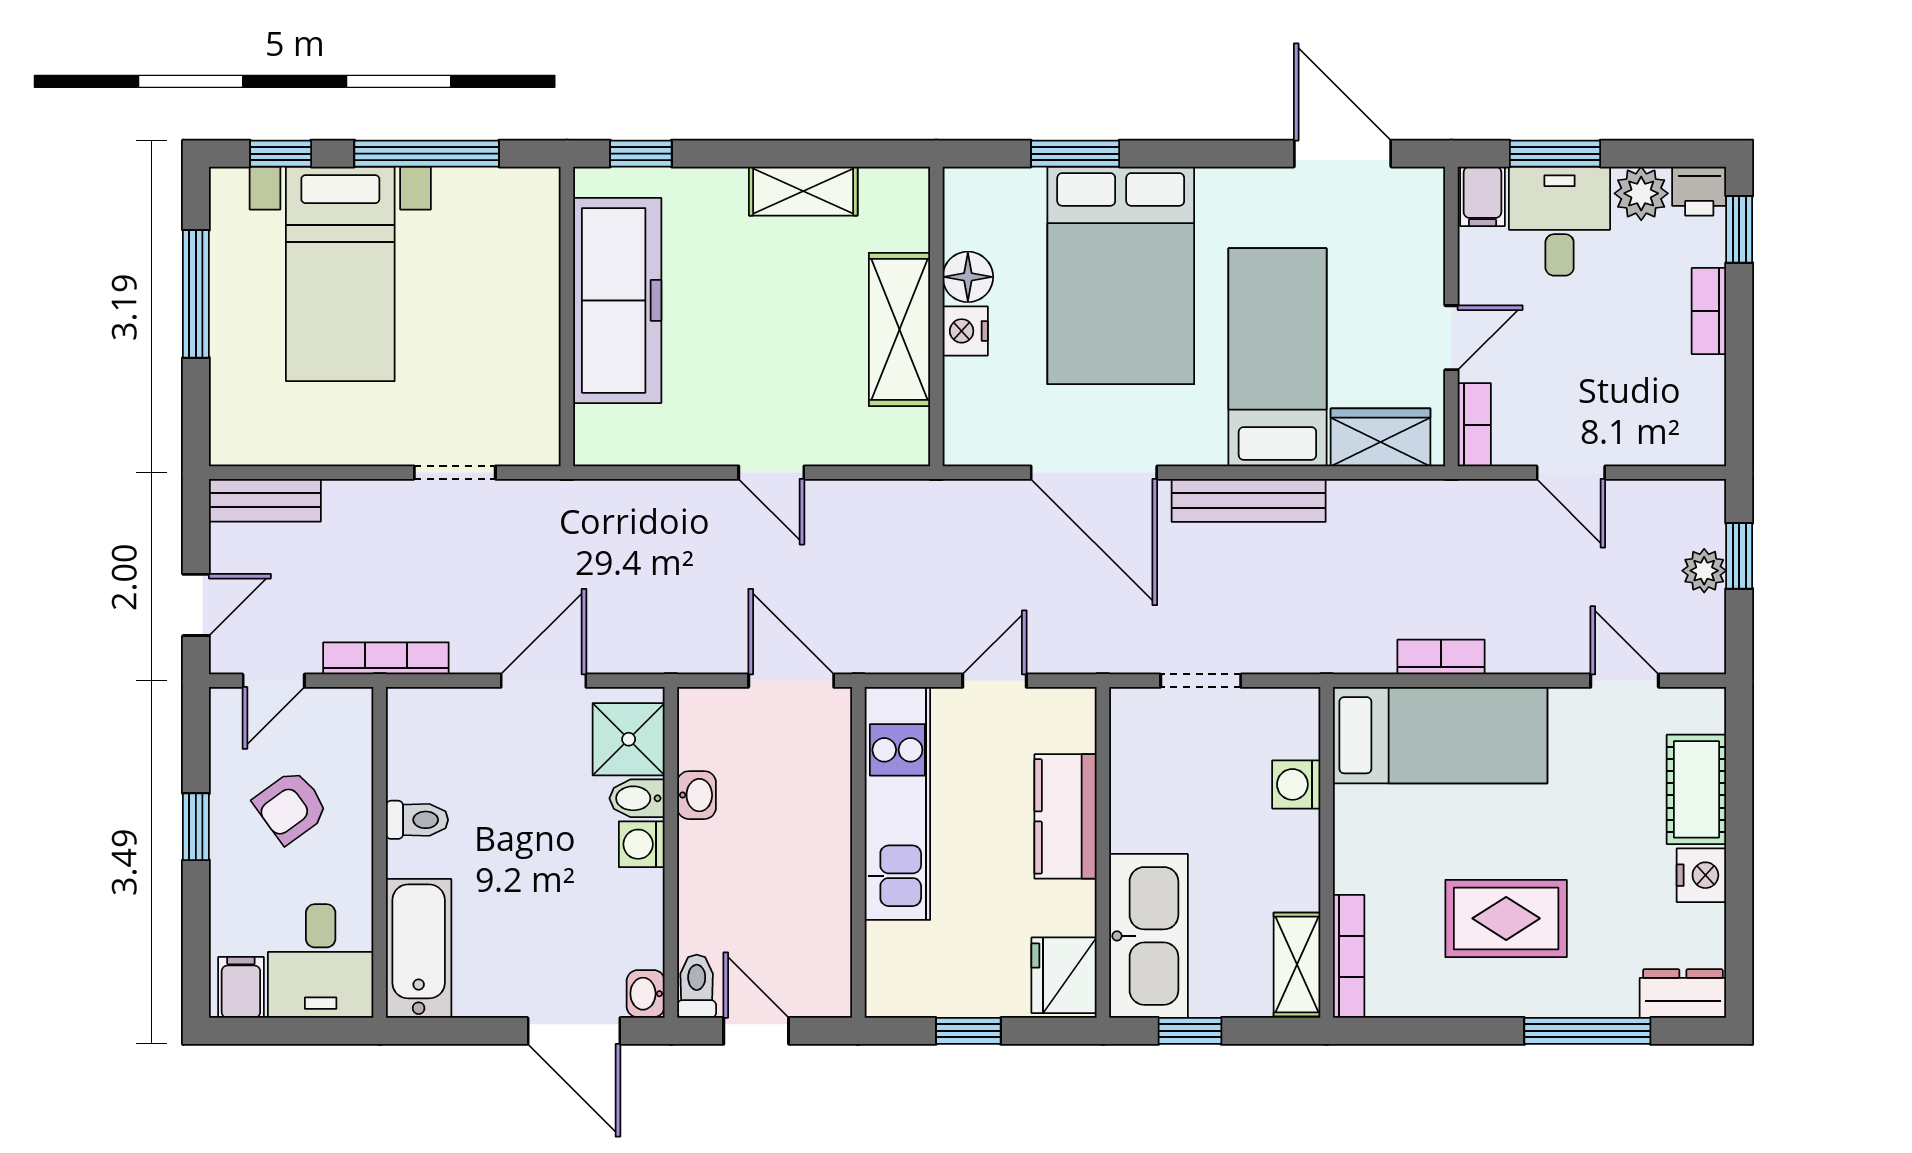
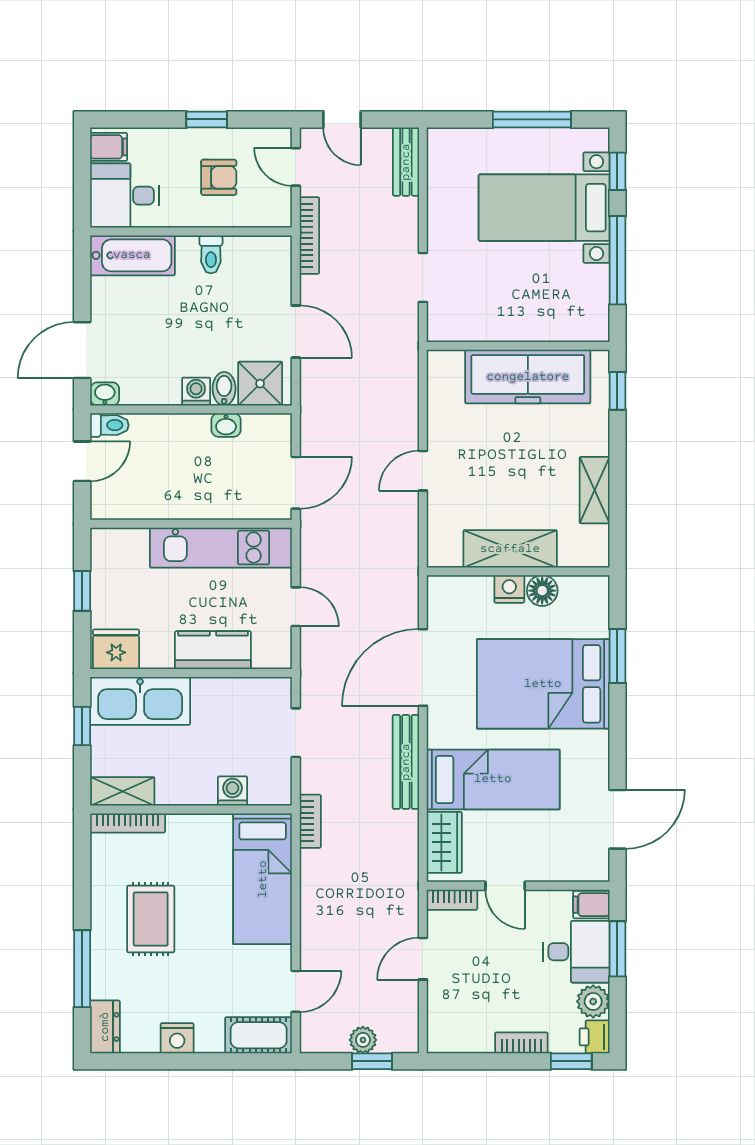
bookcase: (1441, 657) -> (310, 821), moved
cot: (1696, 789) -> (259, 1035), moved
armchair: (291, 807) -> (219, 177), turned 126

